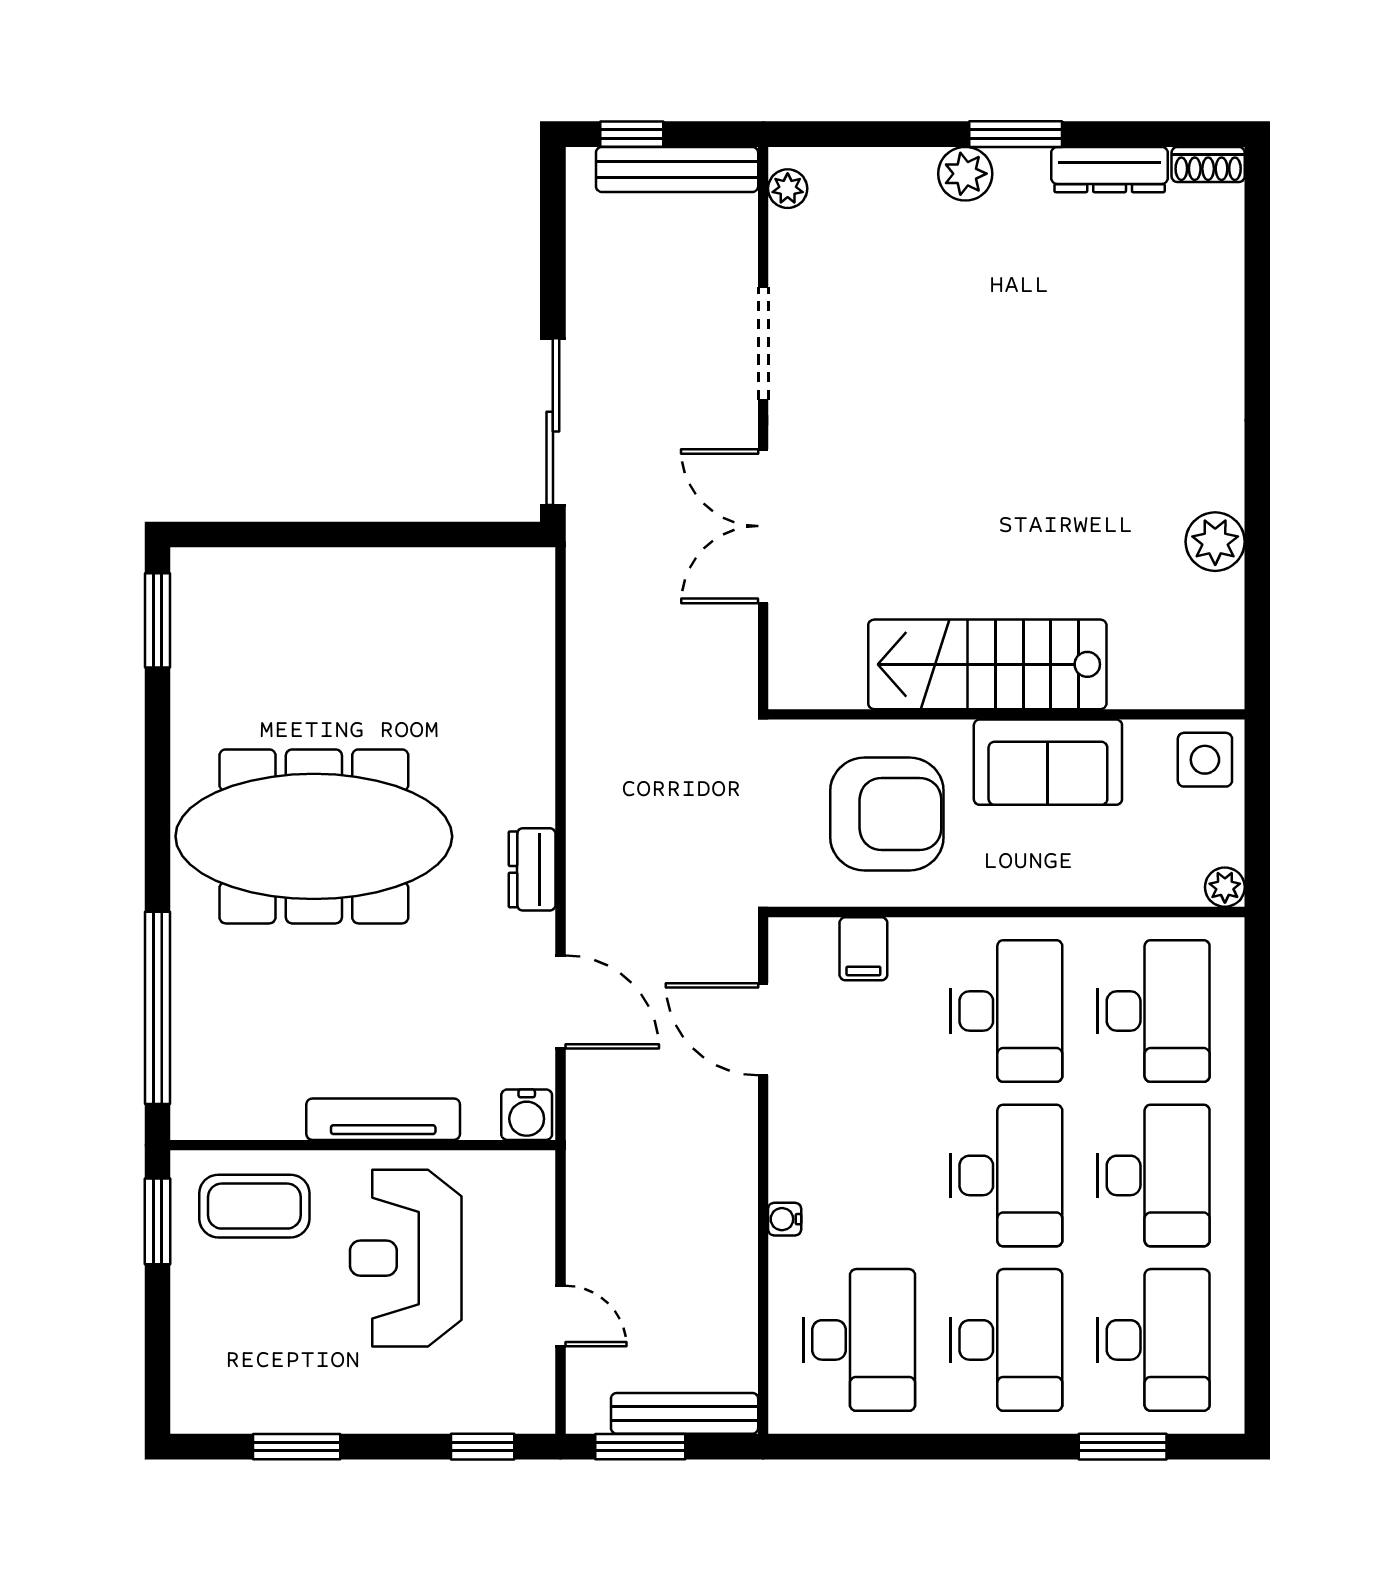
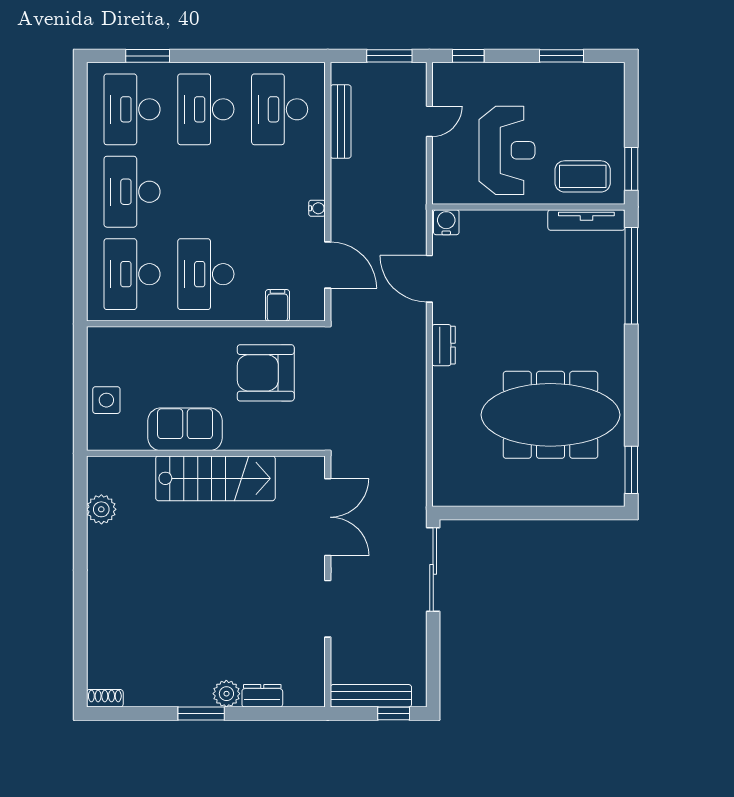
dresser: (1110, 170) -> (262, 696), moved, width x0.70
plant: (788, 189) -> (315, 686), removed
stairs: (987, 664) -> (215, 478), moved
wall: (1006, 714) -> (206, 453), moved
sofa: (1048, 762) -> (185, 429), moved
meeting table: (314, 836) -> (550, 415), moved
plant: (1225, 887) -> (96, 336), removed
tv unit: (383, 1119) -> (586, 220), moved
desk: (1006, 1175) -> (206, 192), removed
water cooler: (785, 1219) -> (317, 208), moved
door: (560, 1316) -> (429, 121), swing flipped
bench: (685, 1413) -> (341, 122), moved, turned 90

